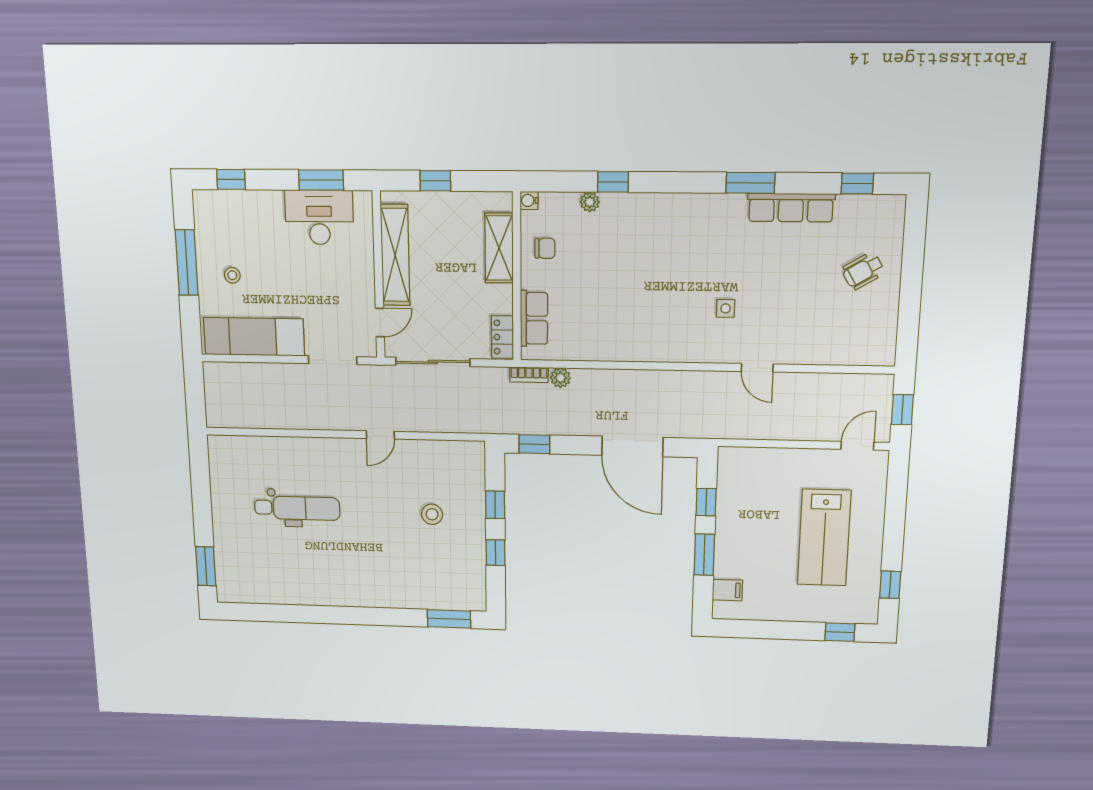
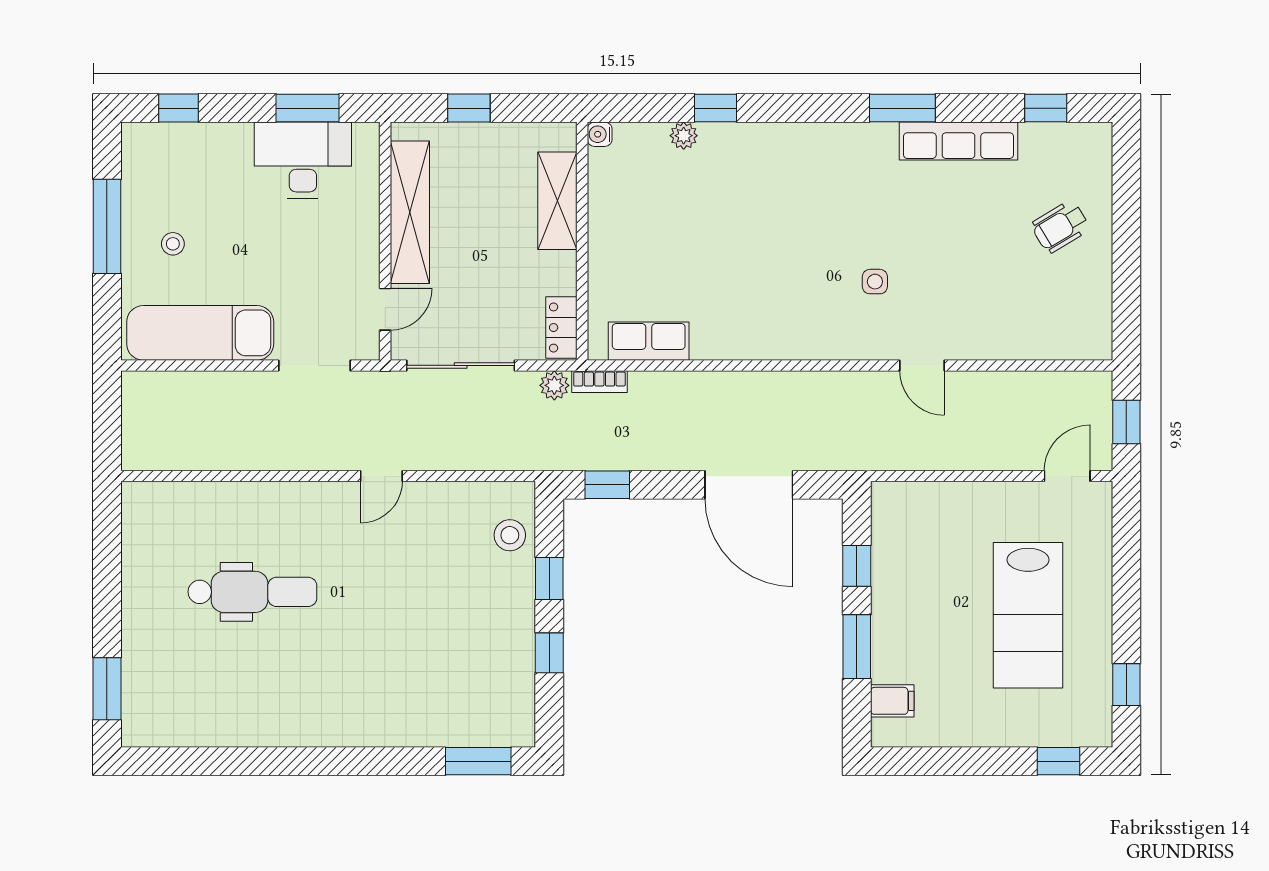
chair: (545, 248) -> (622, 200), removed
row of seats: (534, 318) -> (649, 341), moved, turned -90
plant: (560, 378) -> (554, 385), moved
stool: (432, 514) -> (510, 535), moved

